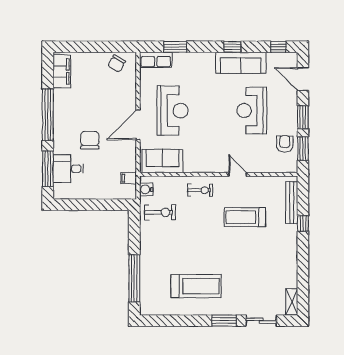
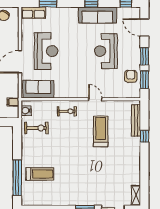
treadmill: (245, 217) -> (101, 132), turned 90
treadmill: (196, 286) -> (40, 174), moved, width x0.73, depth x0.73

